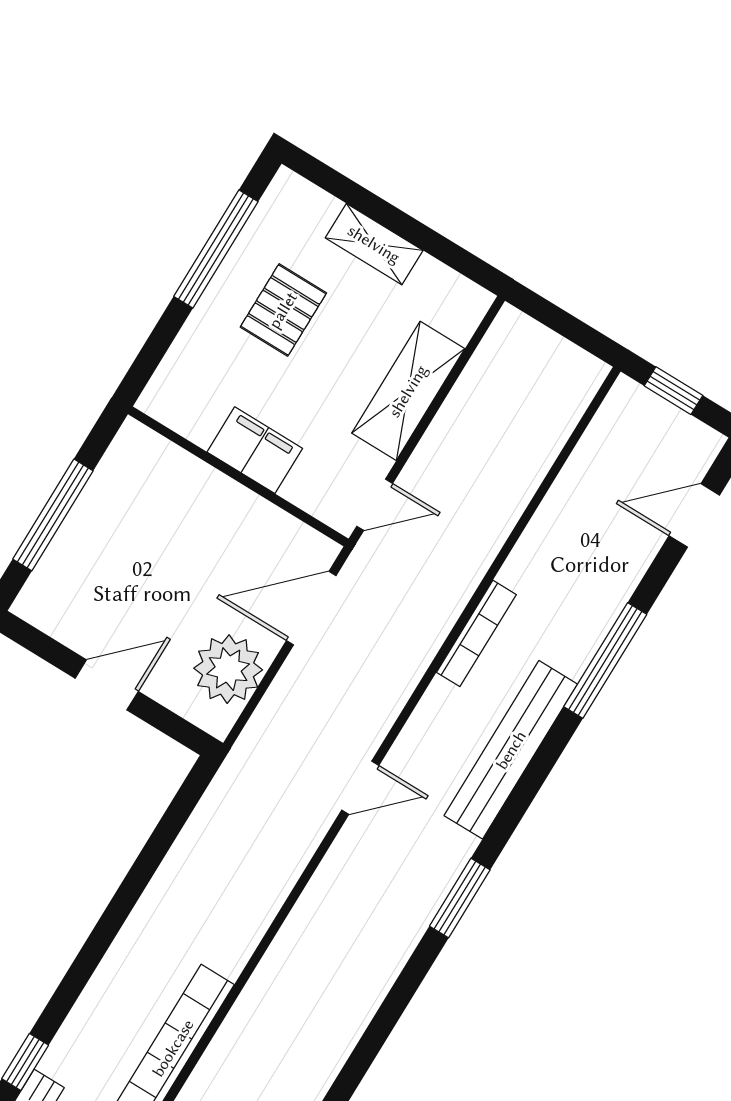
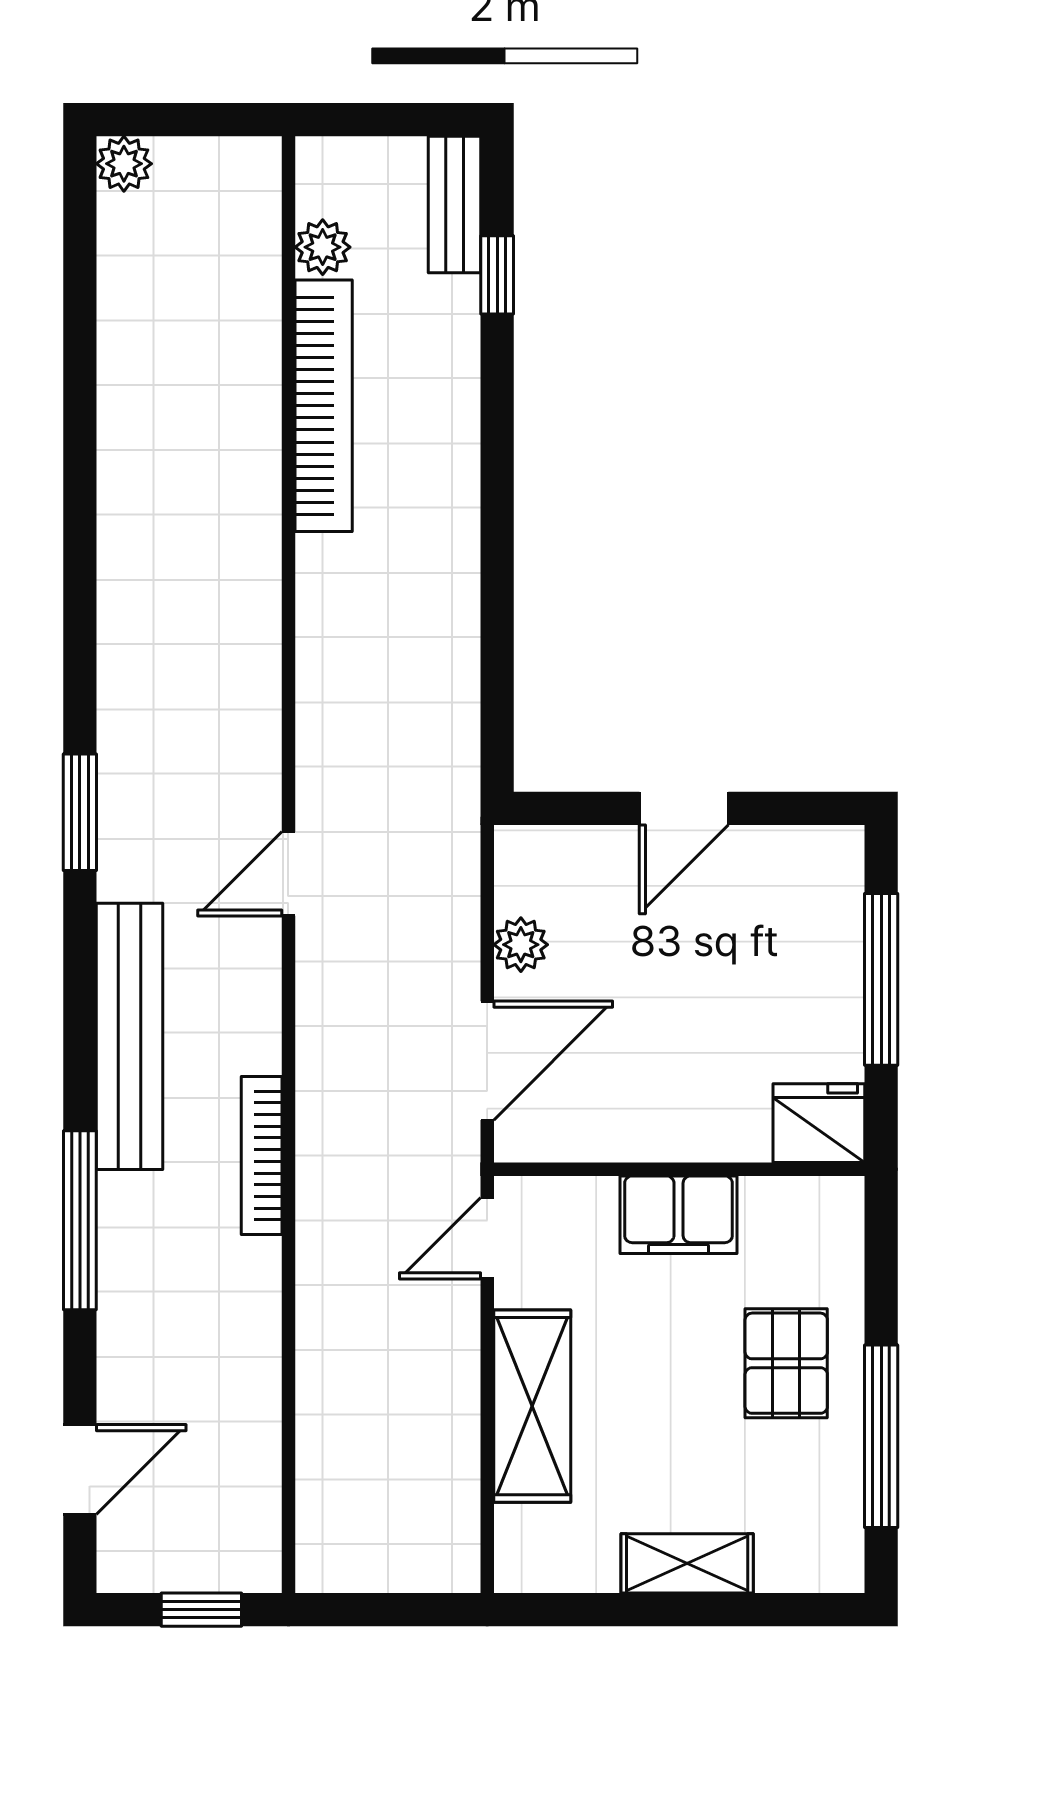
pallet: (283, 310) -> (786, 1363), moved
fridge: (140, 453) -> (819, 1123), added
plant: (228, 669) -> (521, 945), width x0.53, depth x0.53

